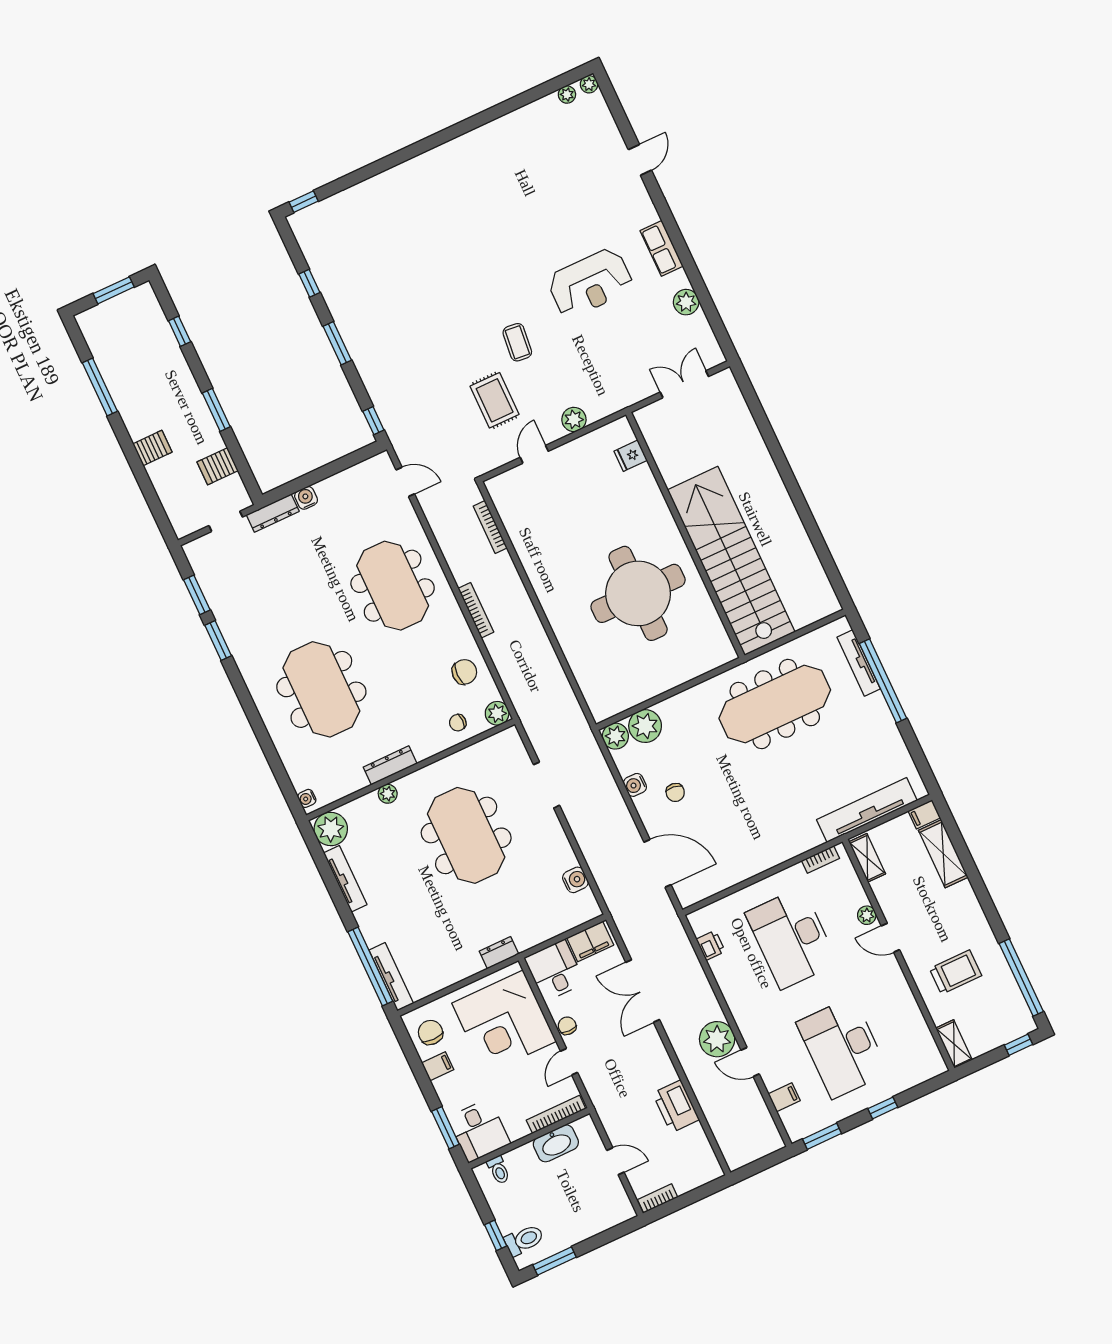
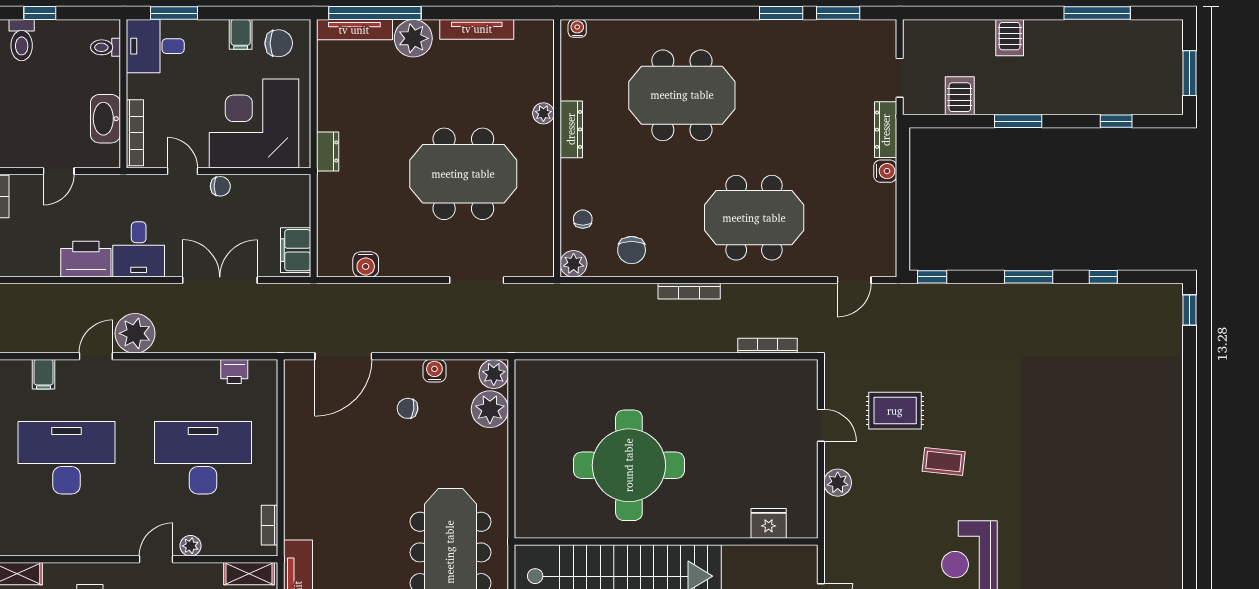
fridge: (631, 456) -> (769, 523), width x1.38
plant: (331, 829) -> (413, 38), moved
desk: (555, 970) -> (139, 249), moved, turned 90

